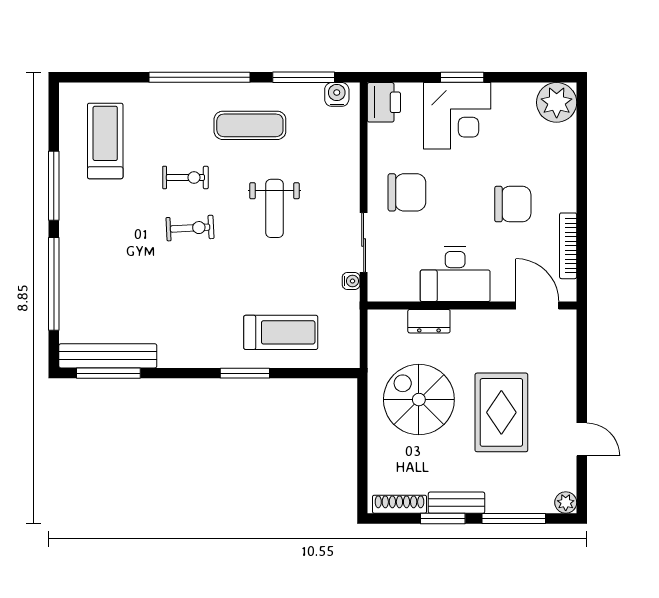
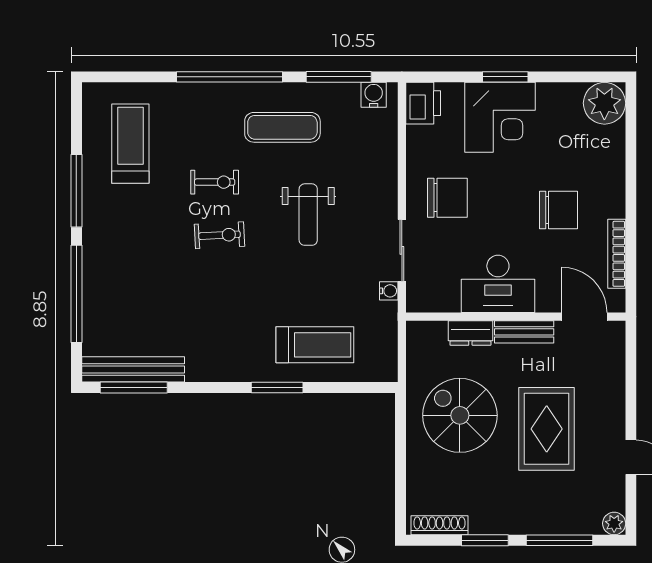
bench: (456, 503) -> (524, 332), moved

